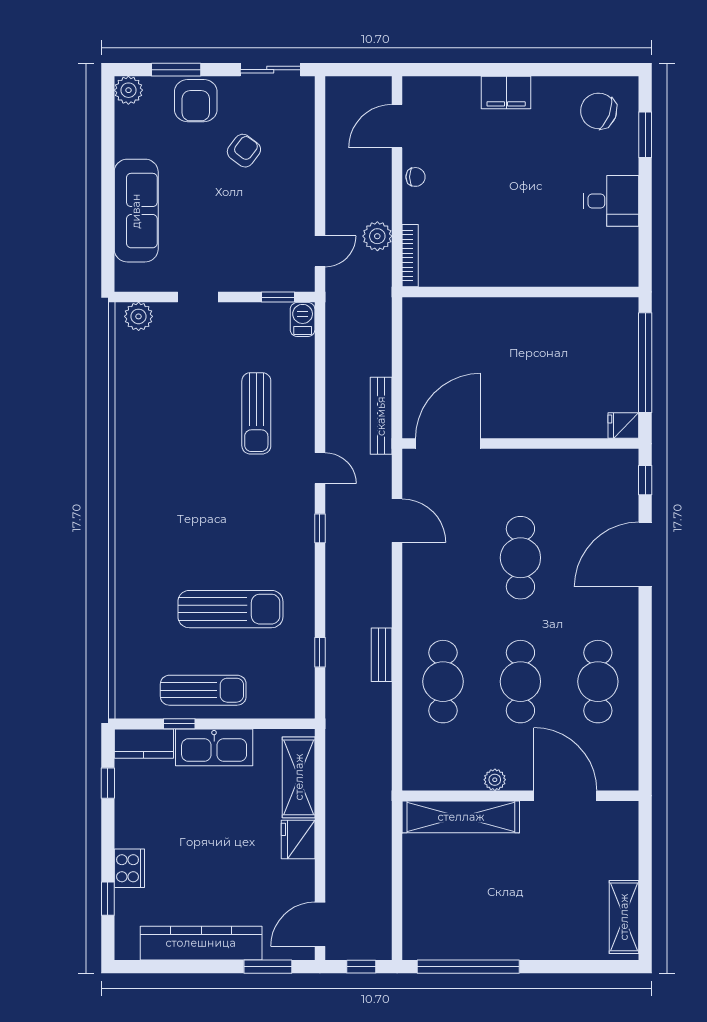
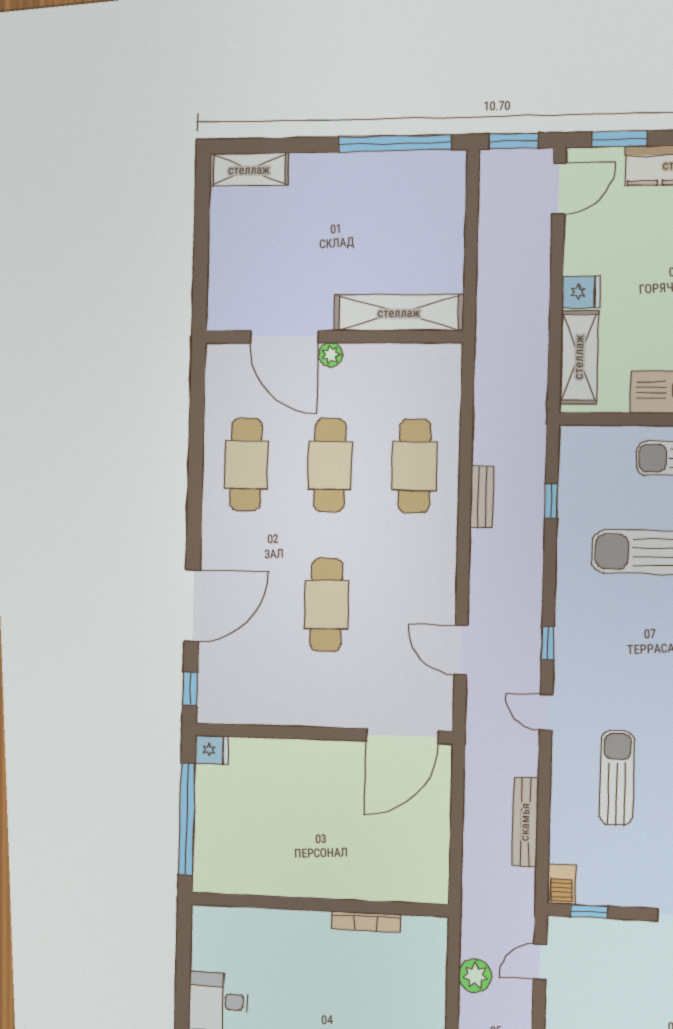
bookcase: (410, 256) -> (366, 922), moved, turned -90
bench: (381, 416) -> (525, 822), moved
plant: (495, 780) -> (331, 355), moved
fridge: (298, 840) -> (581, 292), width x0.72
shelving: (624, 917) -> (249, 170), moved, turned 90
window: (361, 967) -> (514, 141), width x1.50

